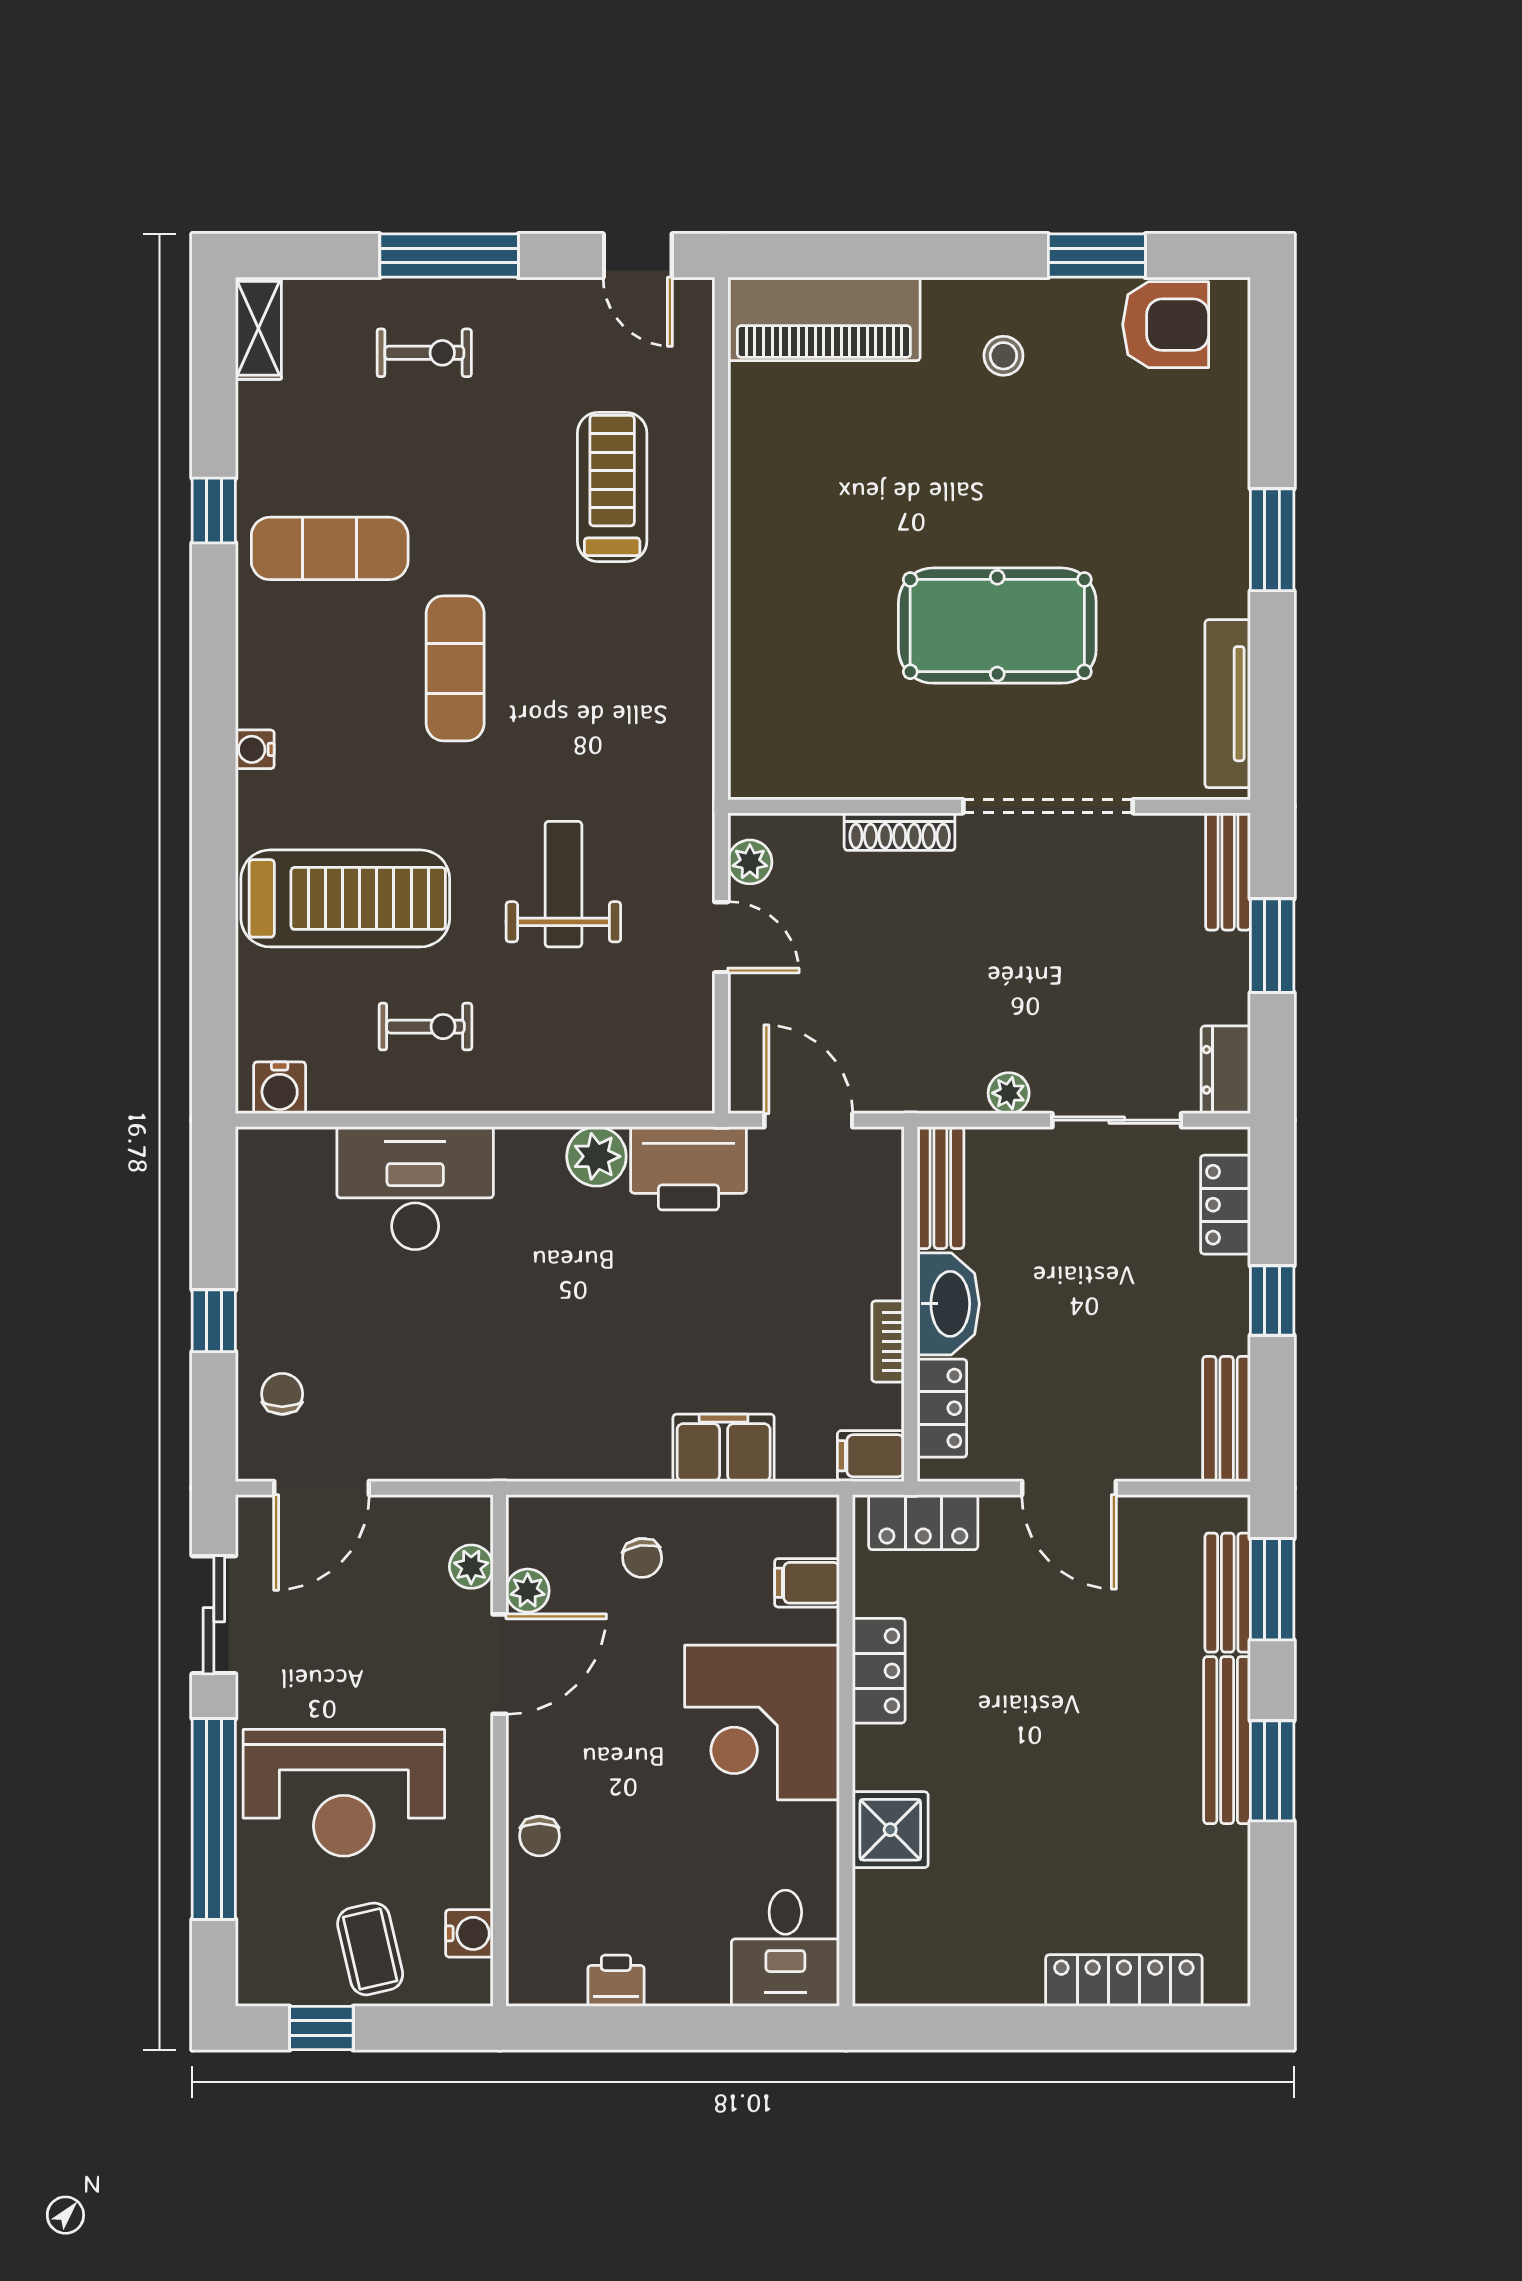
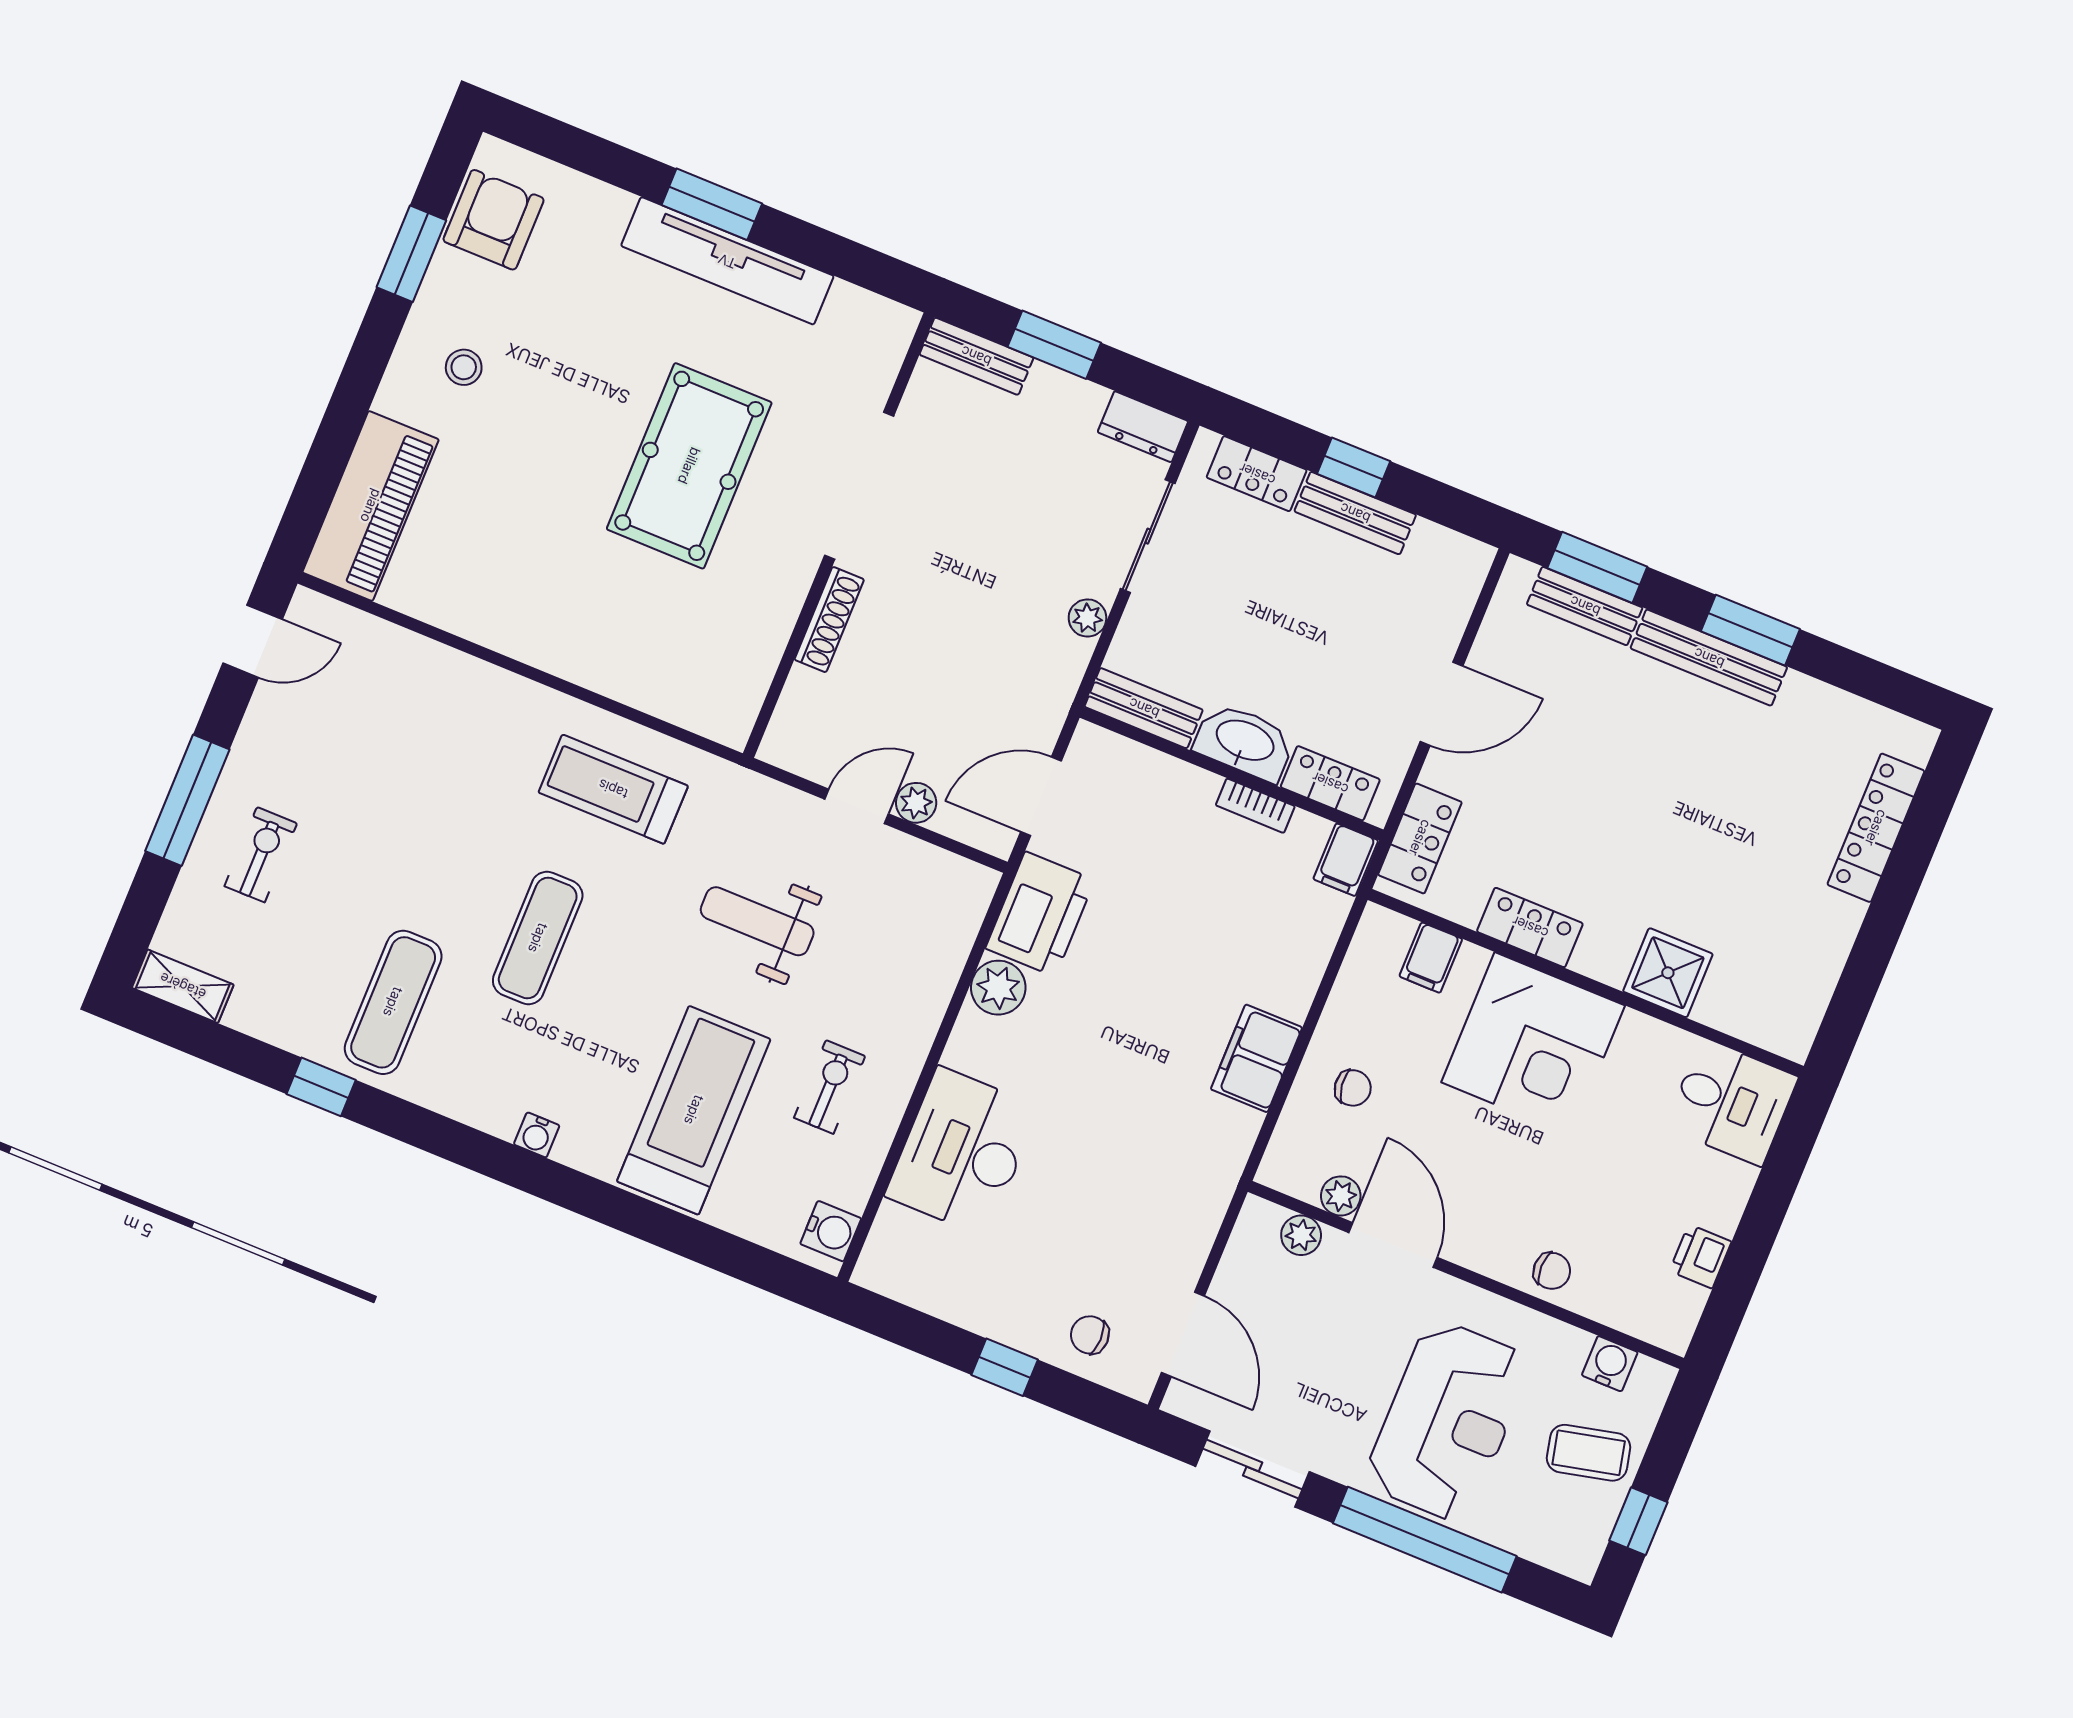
treadmill: (612, 487) -> (613, 789), moved
exercise mat: (455, 668) -> (538, 938), turned 90
tv unit: (1228, 704) -> (727, 261), moved, width x1.36, depth x1.29
plant: (750, 862) -> (916, 803), moved
bench: (1227, 1419) -> (1355, 513), moved
filing cabinet: (724, 1448) -> (1256, 1058), moved

